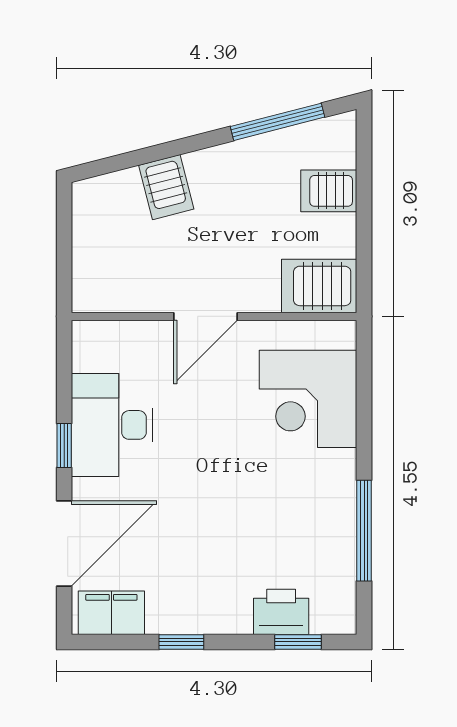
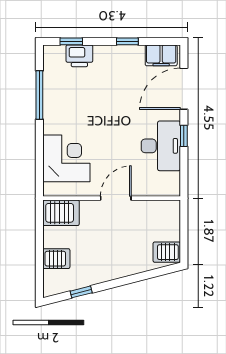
window: (278, 122) -> (81, 292), width x0.46
server rack: (166, 187) -> (167, 252), moved, turned -76

